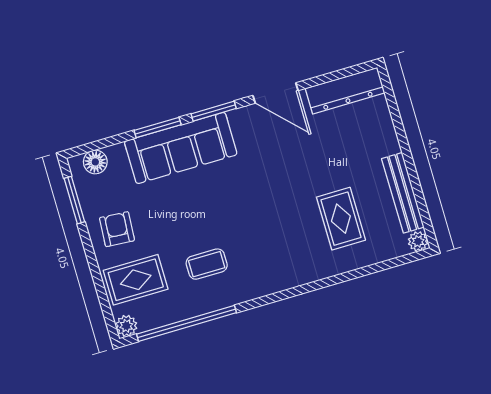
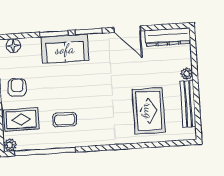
sofa: (181, 148) -> (65, 49), width x0.73
rug: (341, 219) -> (149, 111), width x1.36, depth x1.43
plant: (418, 241) -> (187, 74), moved

